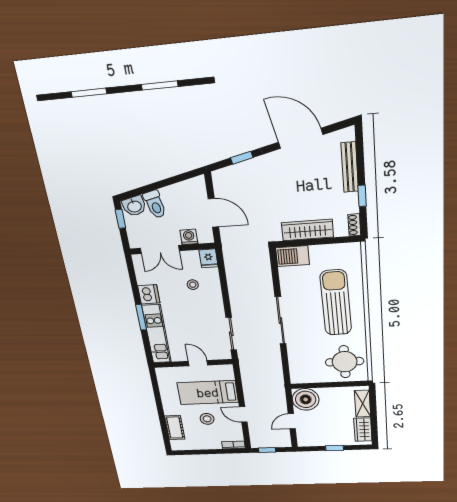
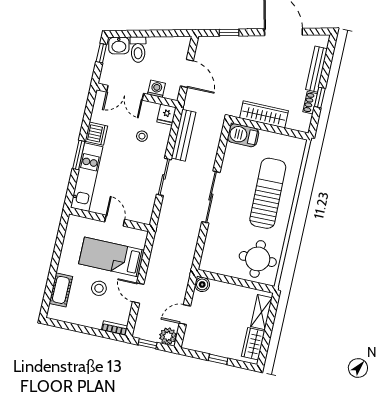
shoe rack: (354, 225) -> (310, 103), moved
bench: (233, 273) -> (184, 135), added
sliding door: (231, 334) -> (164, 177), moved
boiler: (306, 399) -> (202, 284), width x0.54, depth x0.54
plant: (283, 441) -> (168, 336), added

